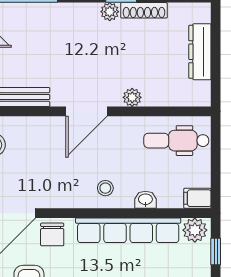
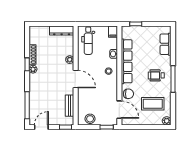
dresser: (200, 52) -> (62, 31), moved
plant: (195, 230) -> (127, 33), removed

